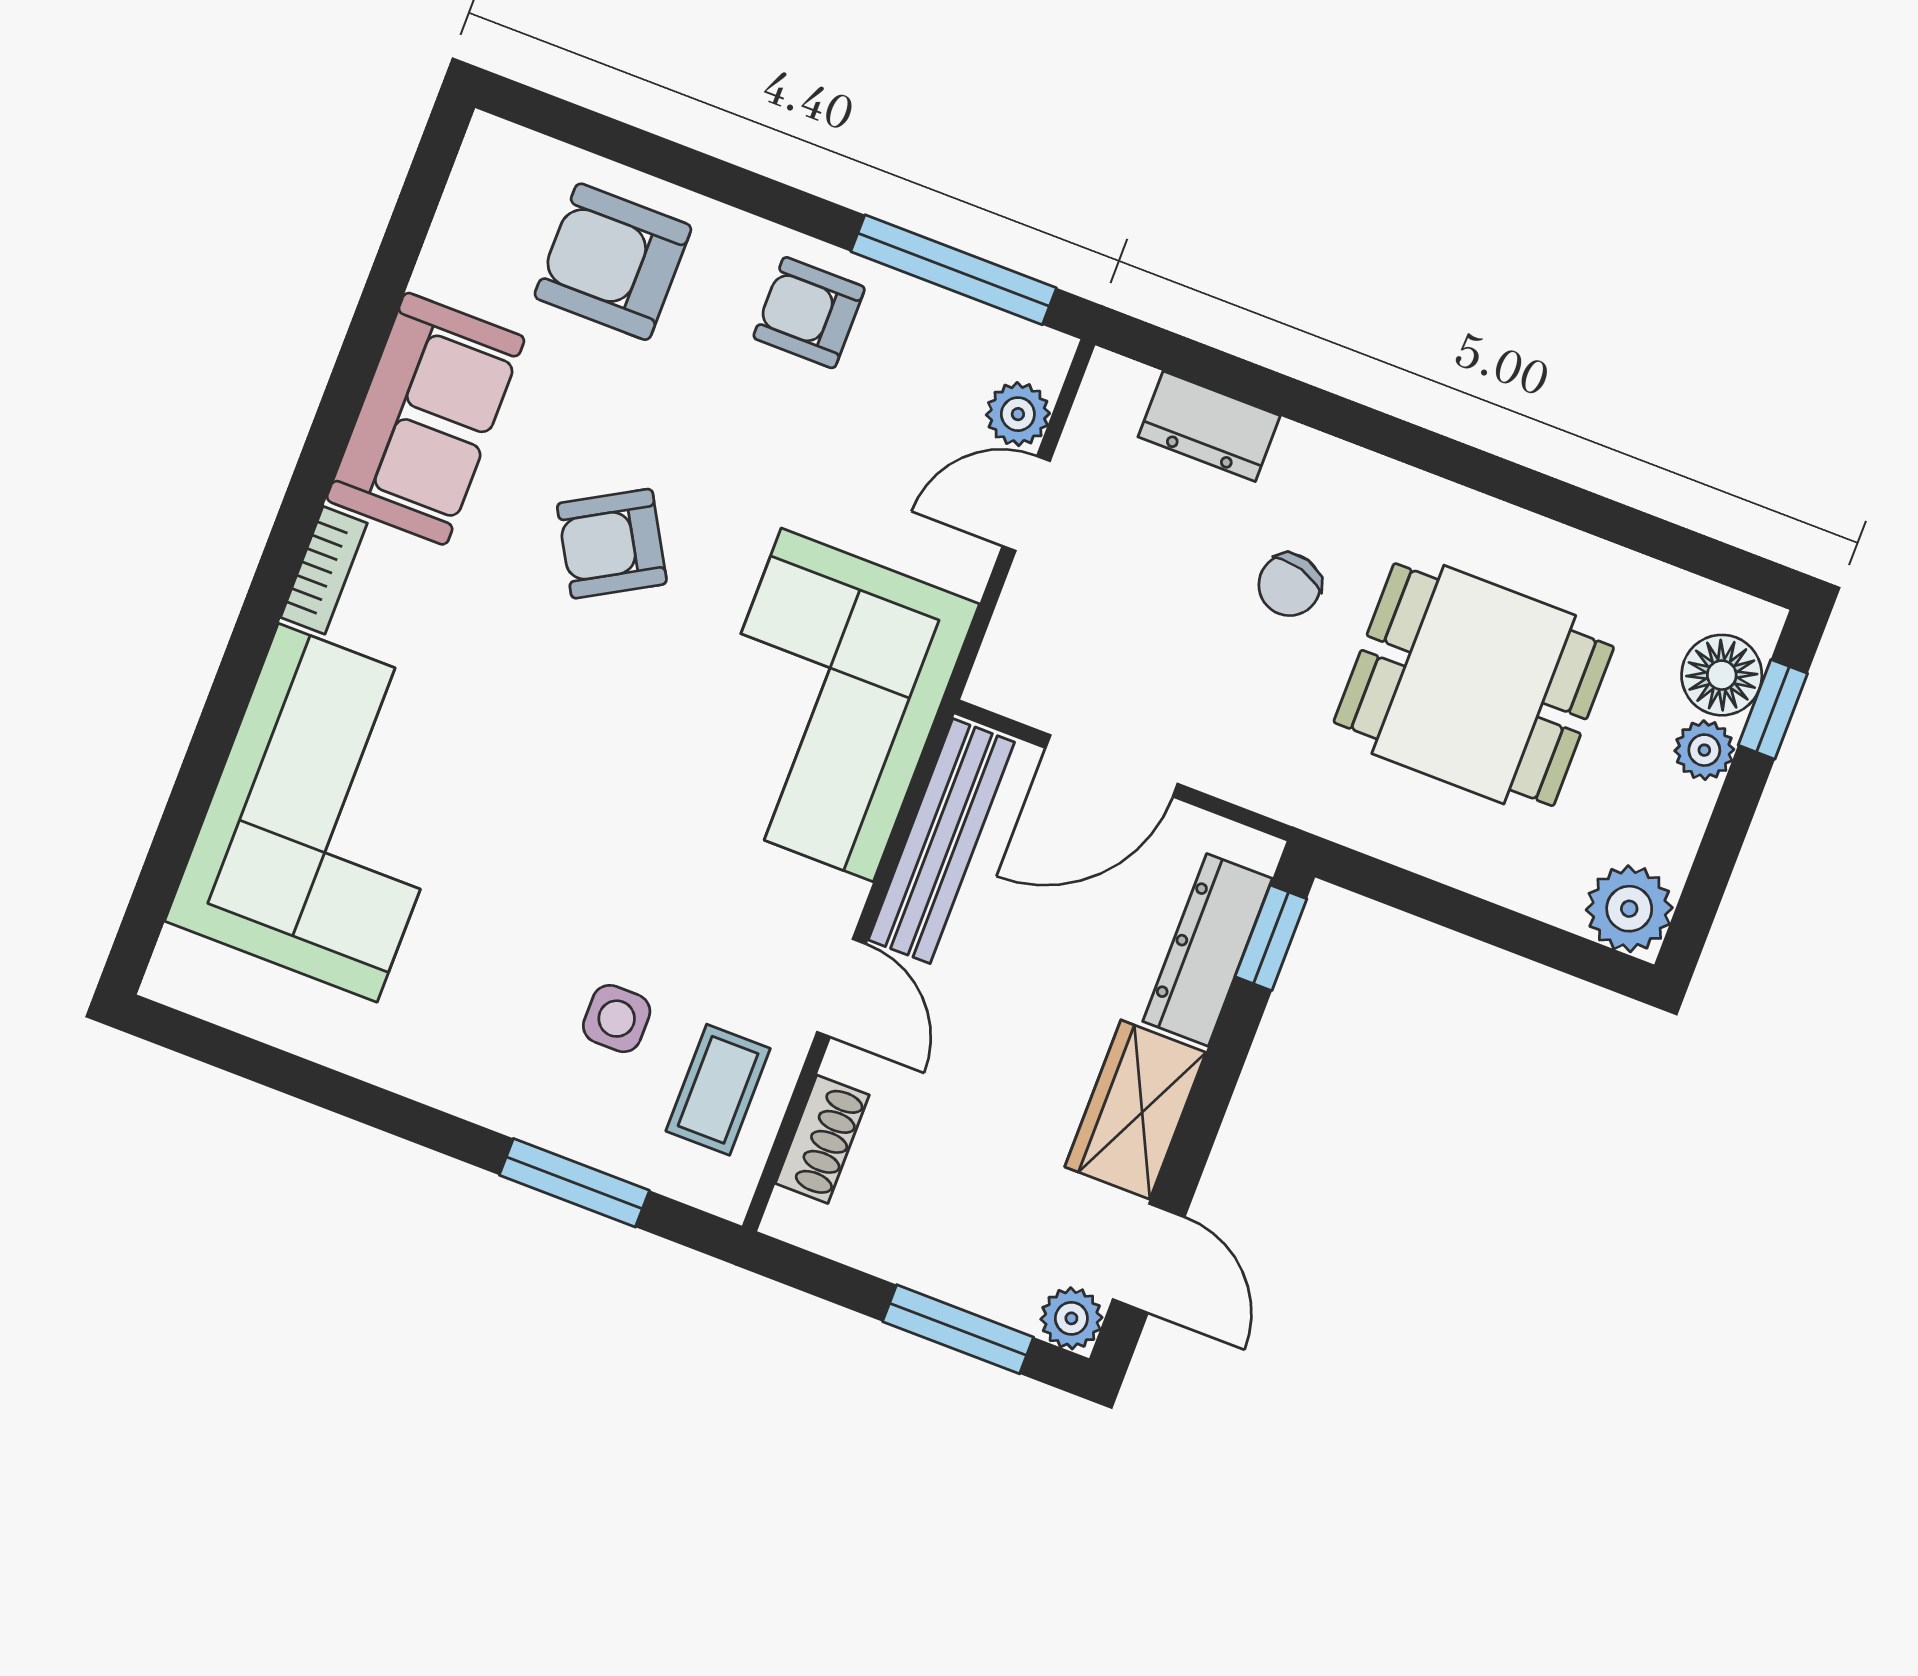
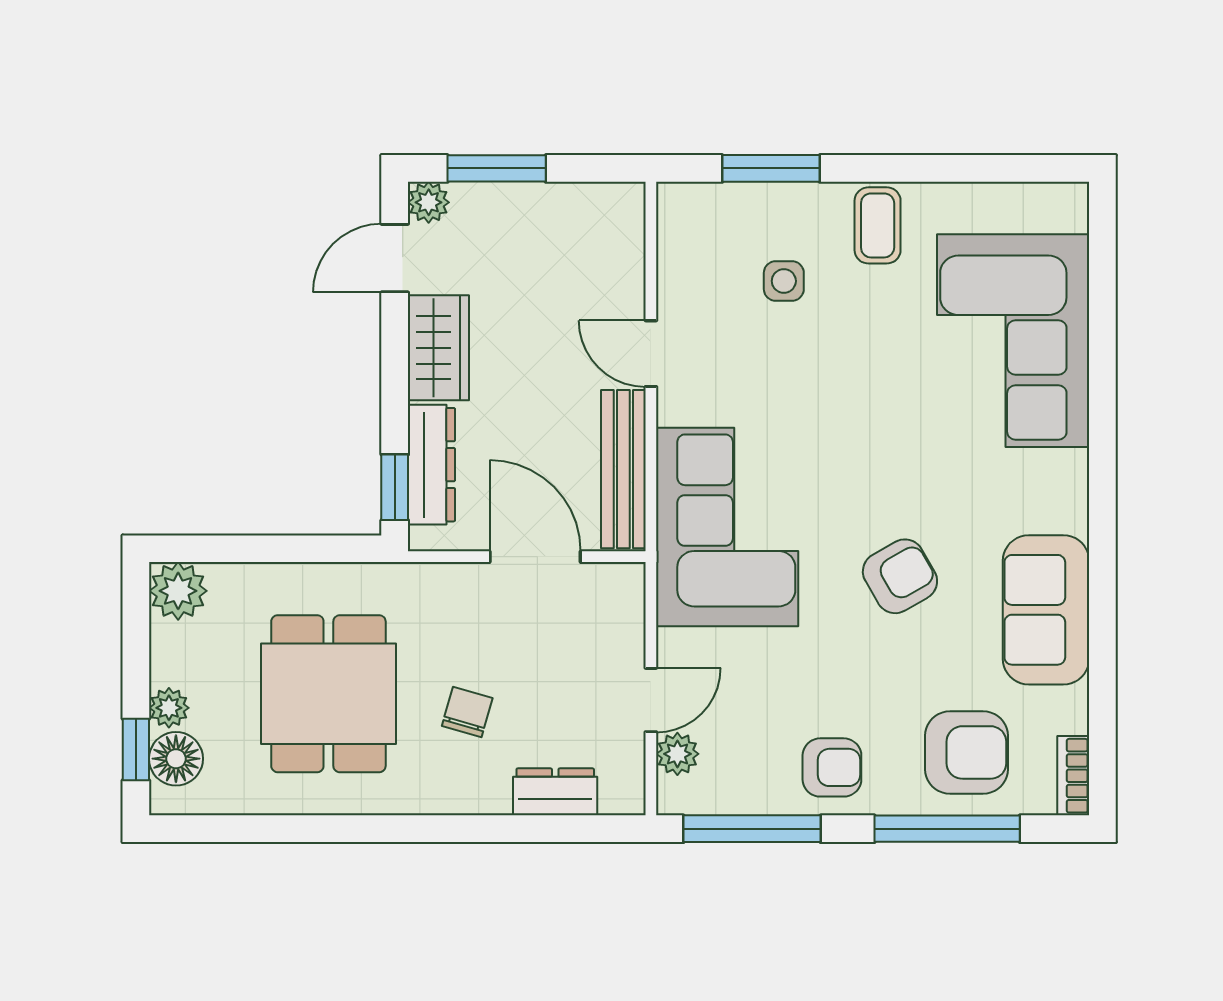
window: (681, 165) -> (947, 829), added
bookcase: (324, 570) -> (1073, 776), moved
dining table: (1474, 685) -> (328, 694), turned 90
door: (1112, 766) -> (535, 557), hinge flipped
coffee table: (718, 1090) -> (878, 225), moved
shoe rack: (822, 1139) -> (627, 255), removed
door: (1149, 1258) -> (395, 258), hinge flipped

